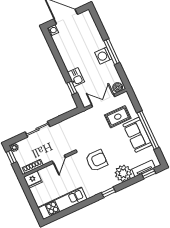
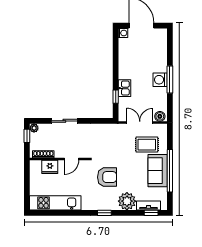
fridge: (33, 180) -> (50, 167), moved

